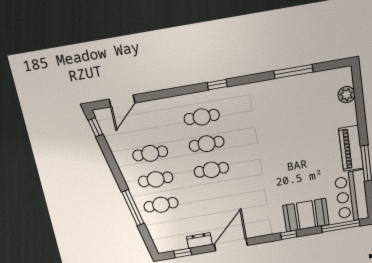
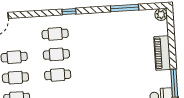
plant: (346, 95) -> (161, 15), moved
piano: (351, 148) -> (162, 53), moved

